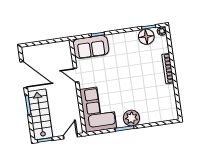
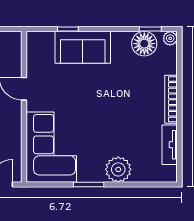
sofa: (91, 47) -> (83, 47), moved
tv unit: (171, 97) -> (170, 145), added
plant: (131, 118) -> (118, 169), moved

